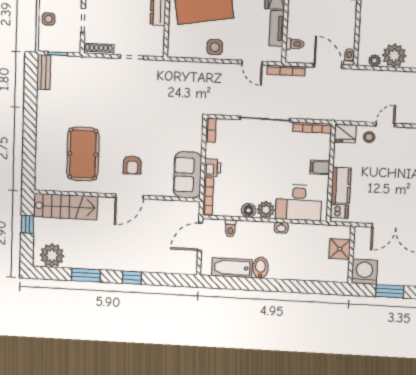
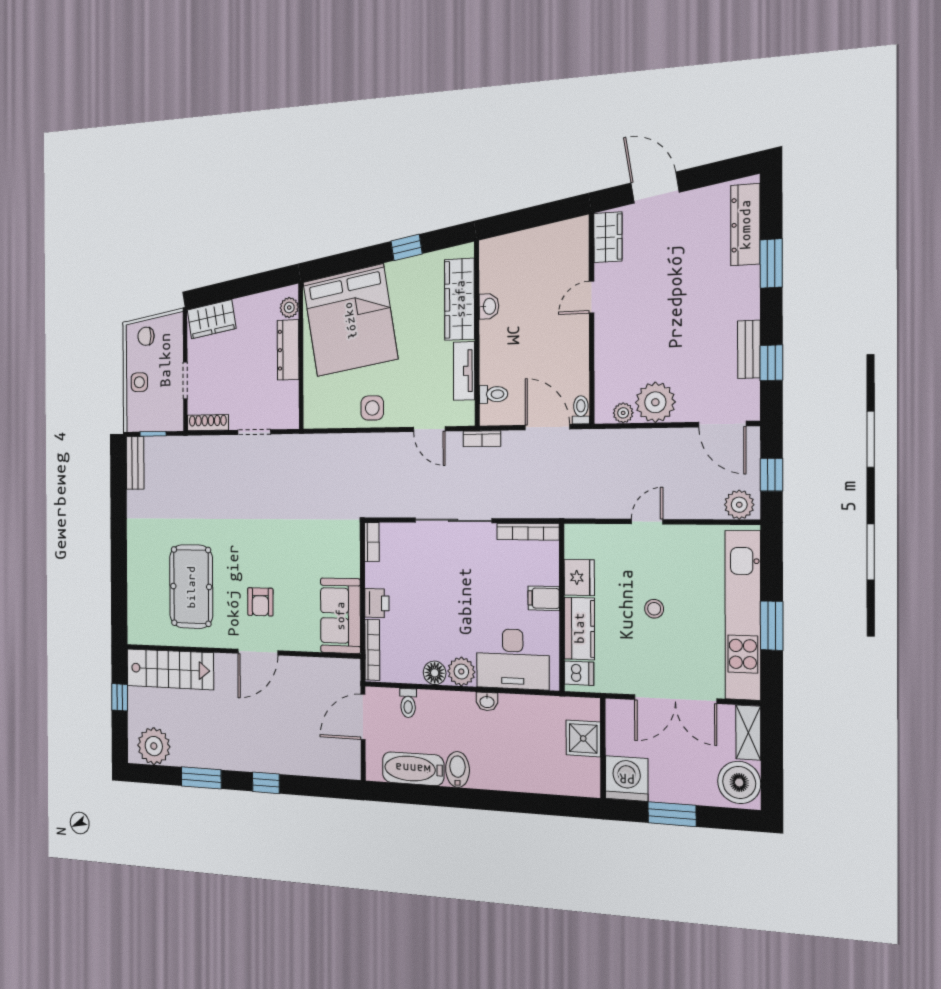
bookcase: (286, 70) -> (482, 439), width x0.64
fridge: (345, 133) -> (579, 577), moved, turned -90
stool: (369, 137) -> (654, 609), moved

